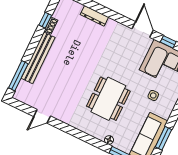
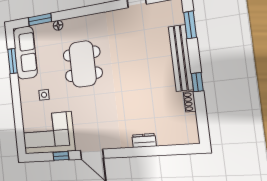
dresser: (94, 16) -> (144, 141), width x0.70
window: (45, 20) -> (197, 82), moved
window: (18, 76) -> (190, 25), width x0.69

